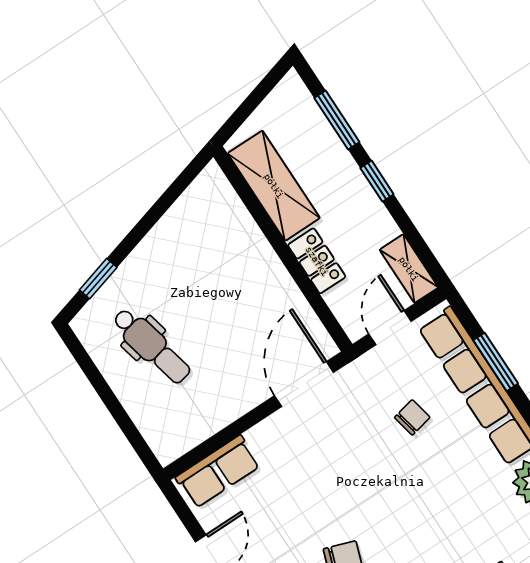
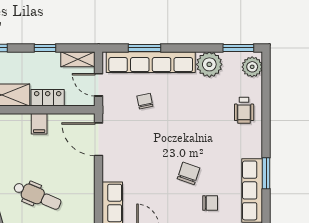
window: (377, 181) -> (45, 48), moved
filing cabinet: (267, 274) -> (39, 124), added
dental chair: (151, 346) -> (37, 196), turned 36

